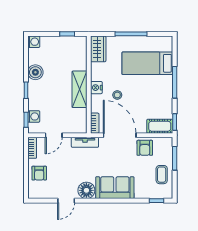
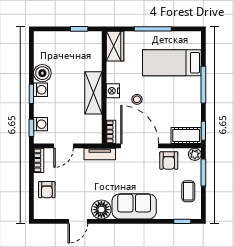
washing machine: (34, 42) -> (40, 90), moved
plant: (167, 143) -> (195, 154), added

